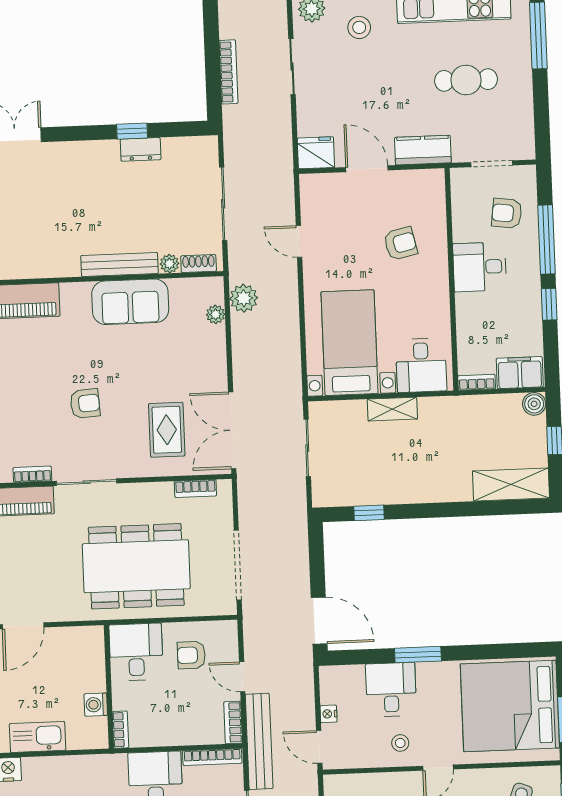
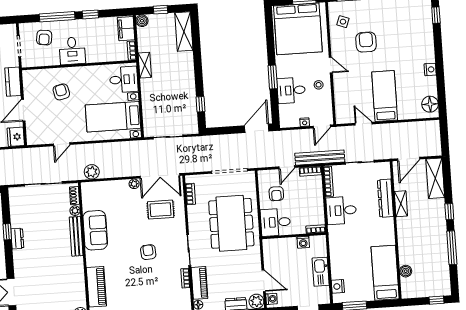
dresser: (141, 149) -> (17, 239), moved
plant: (216, 314) -> (134, 184), moved
shelving: (392, 409) -> (145, 65), moved

